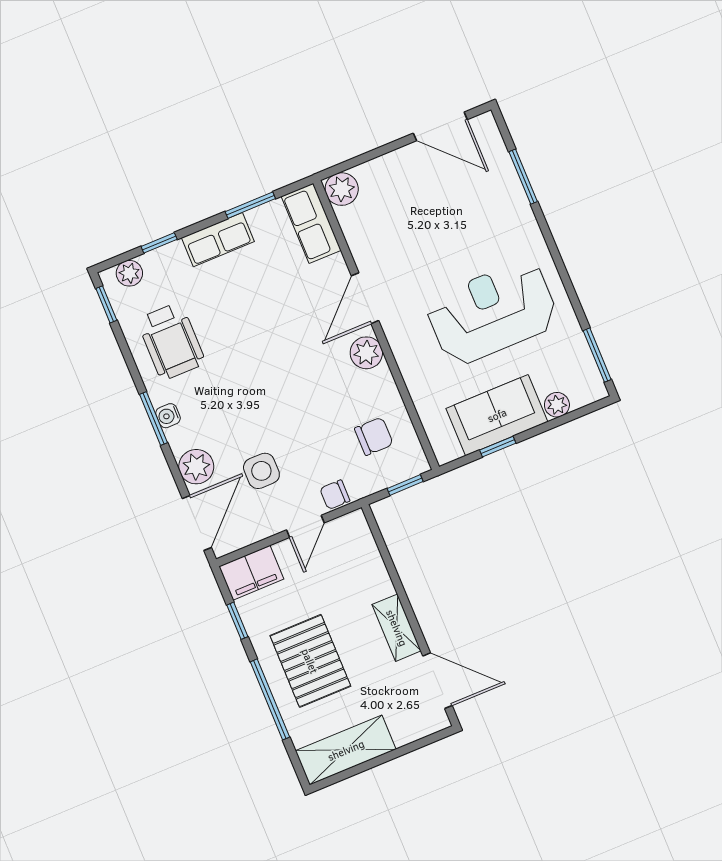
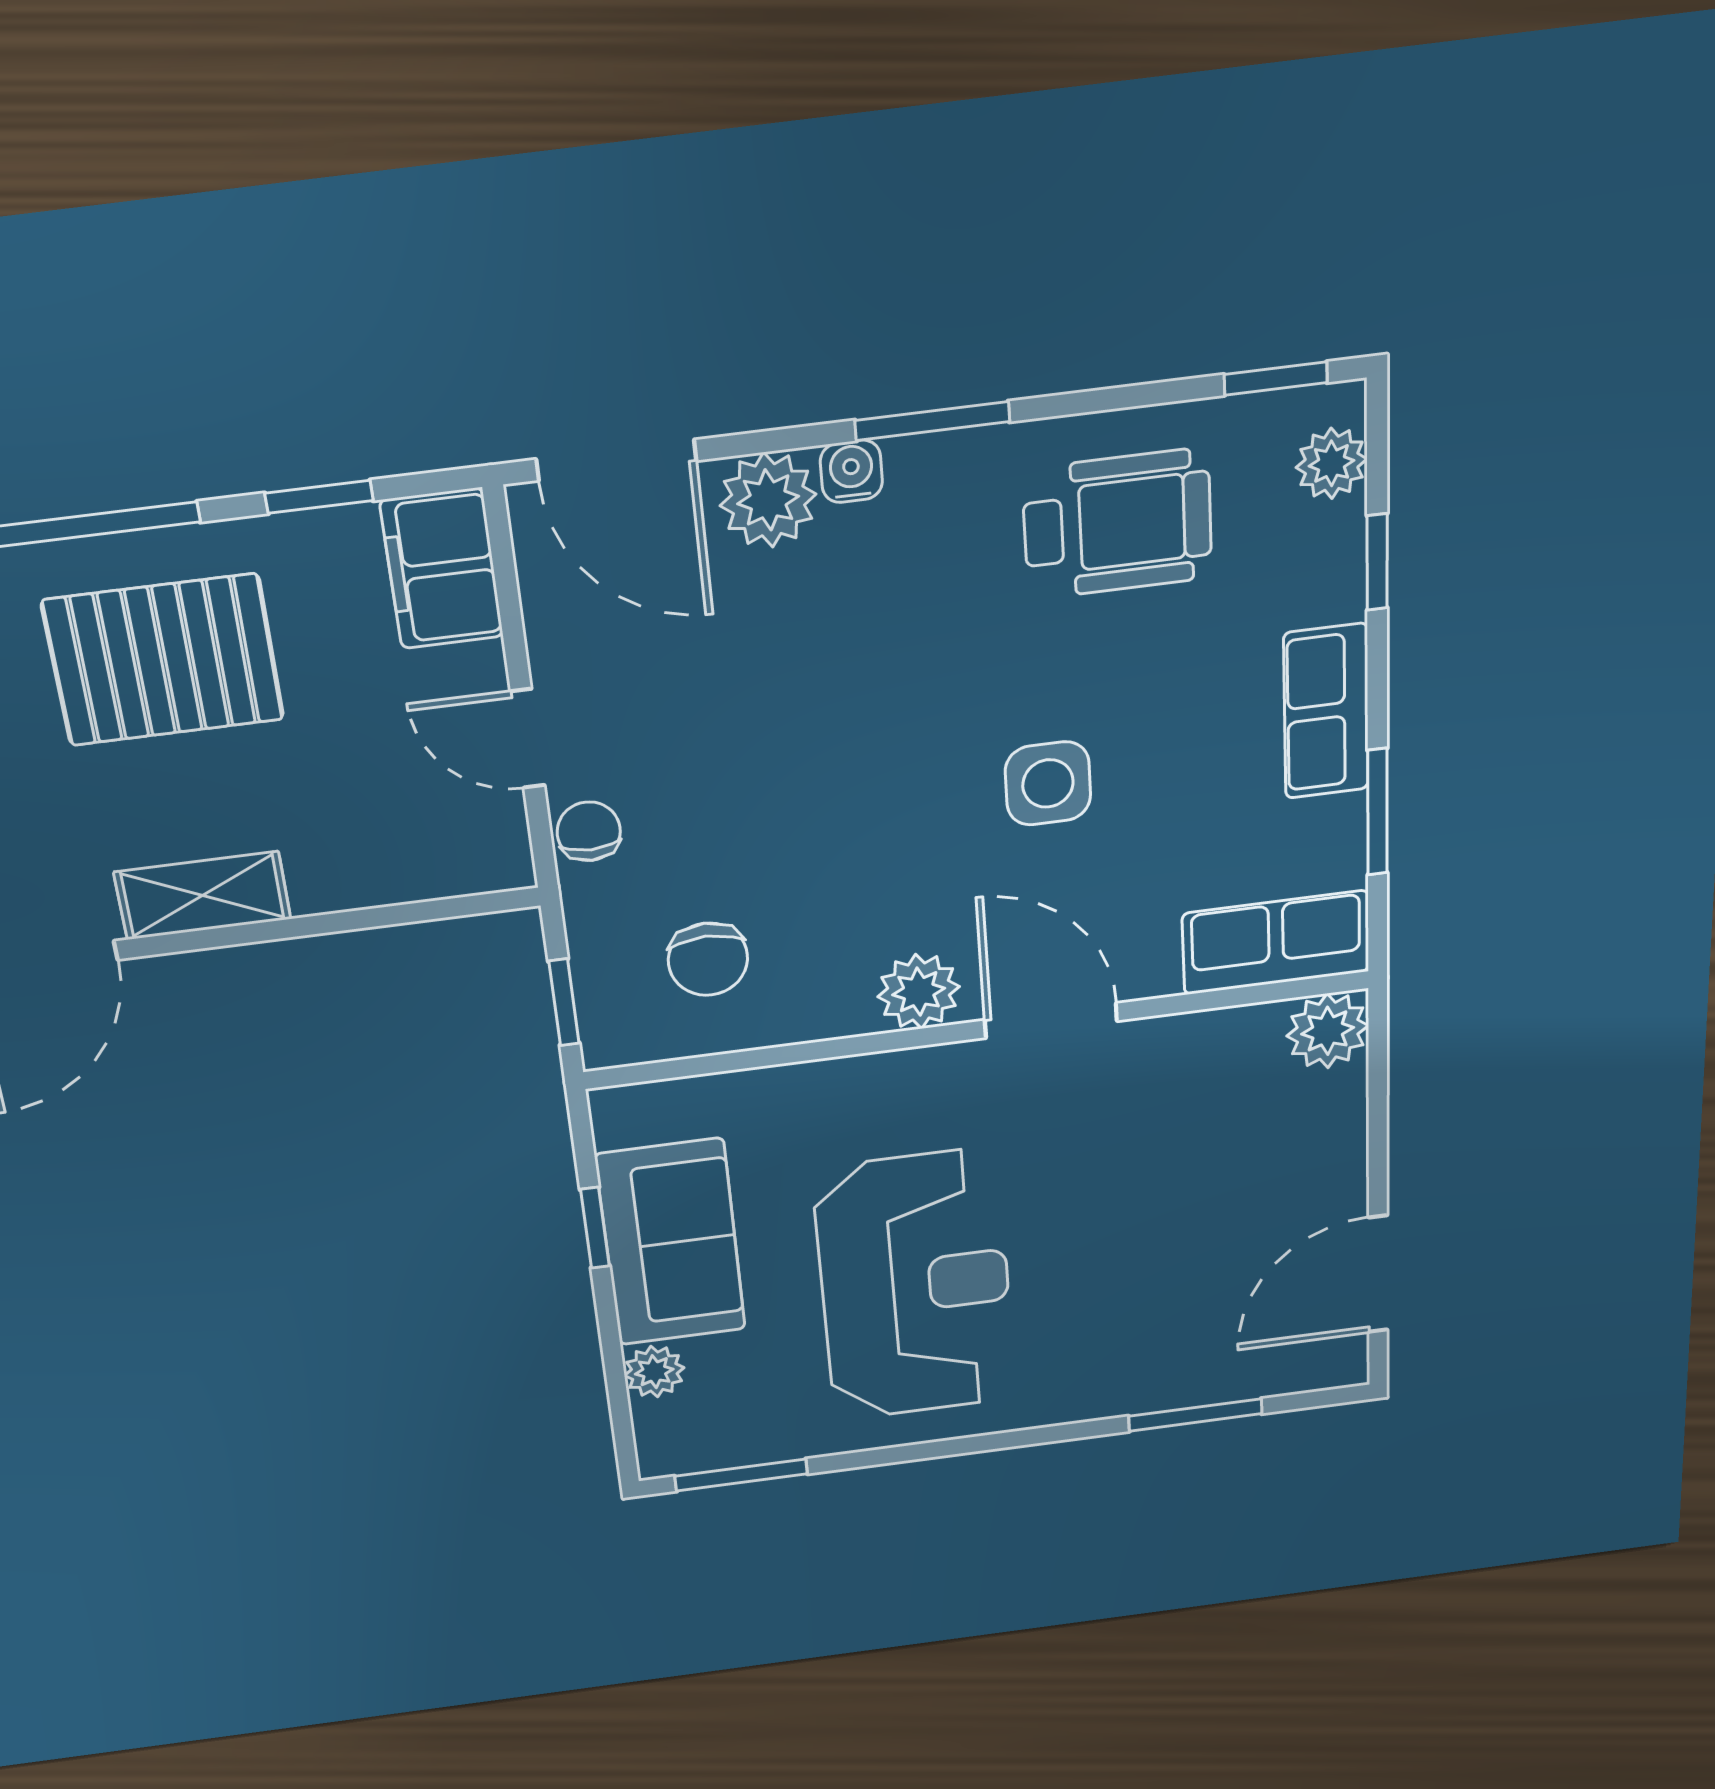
wheelchair: (171, 341) -> (1118, 524), turned 180
water cooler: (168, 416) -> (851, 471), moved
side table: (261, 471) -> (1048, 783), moved

